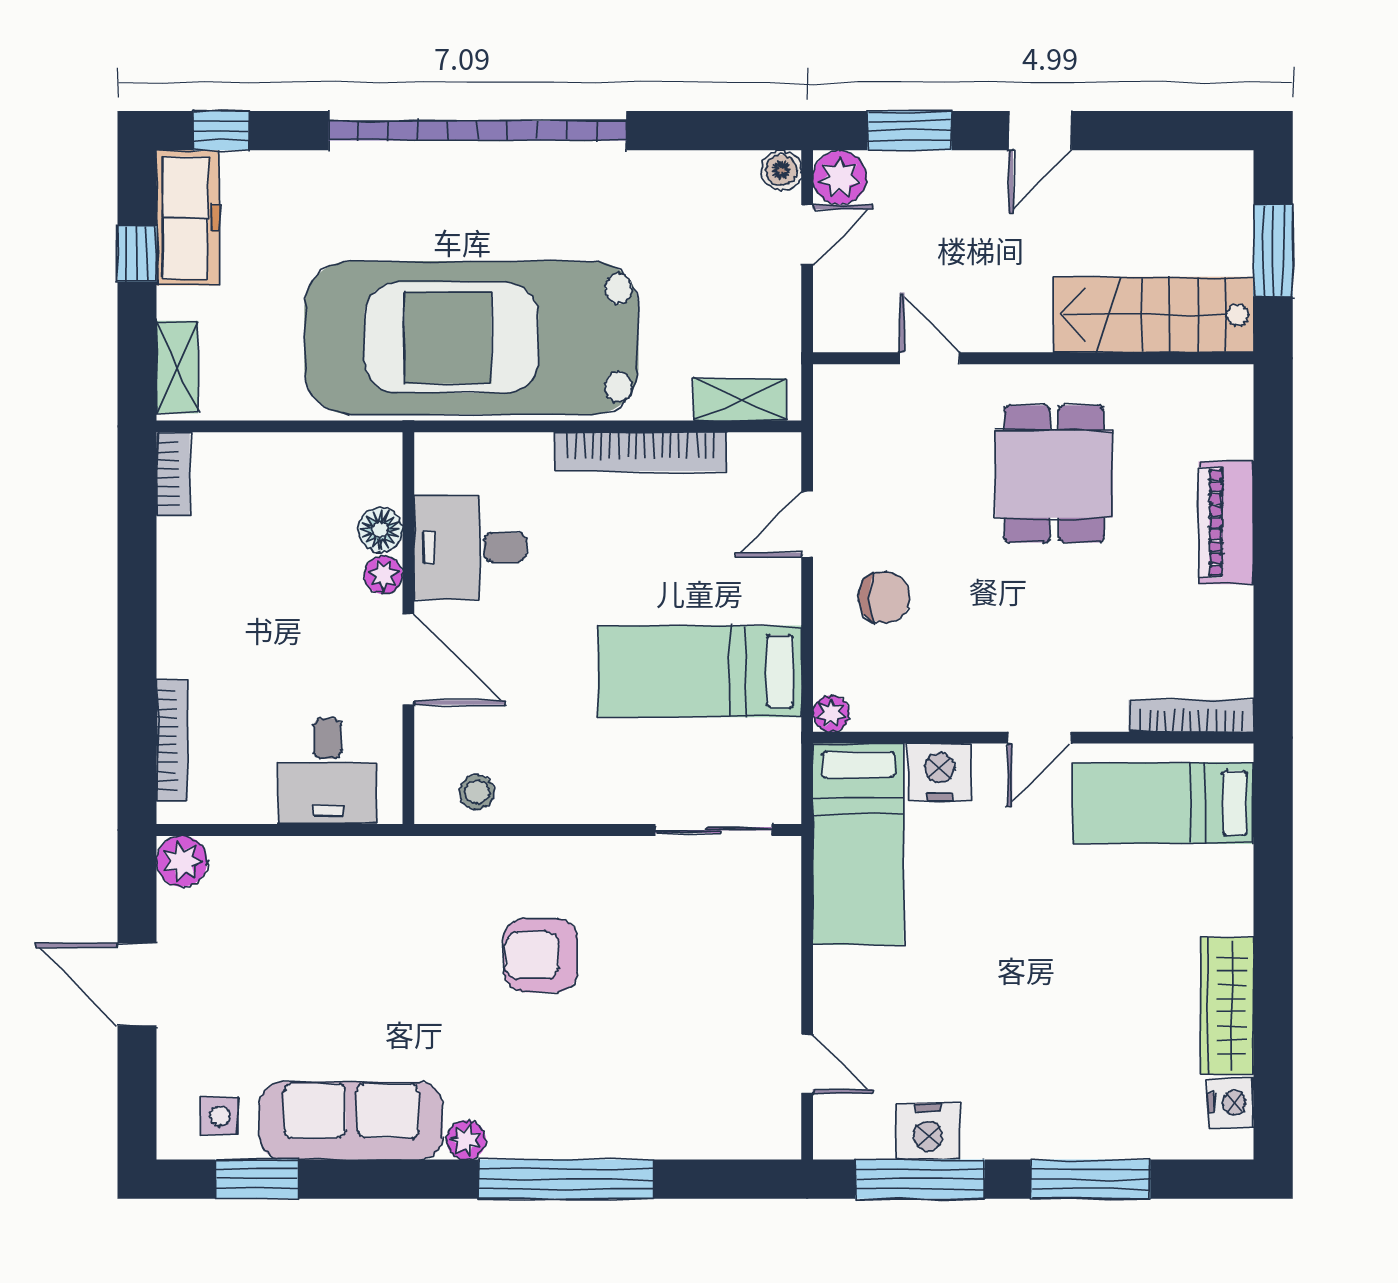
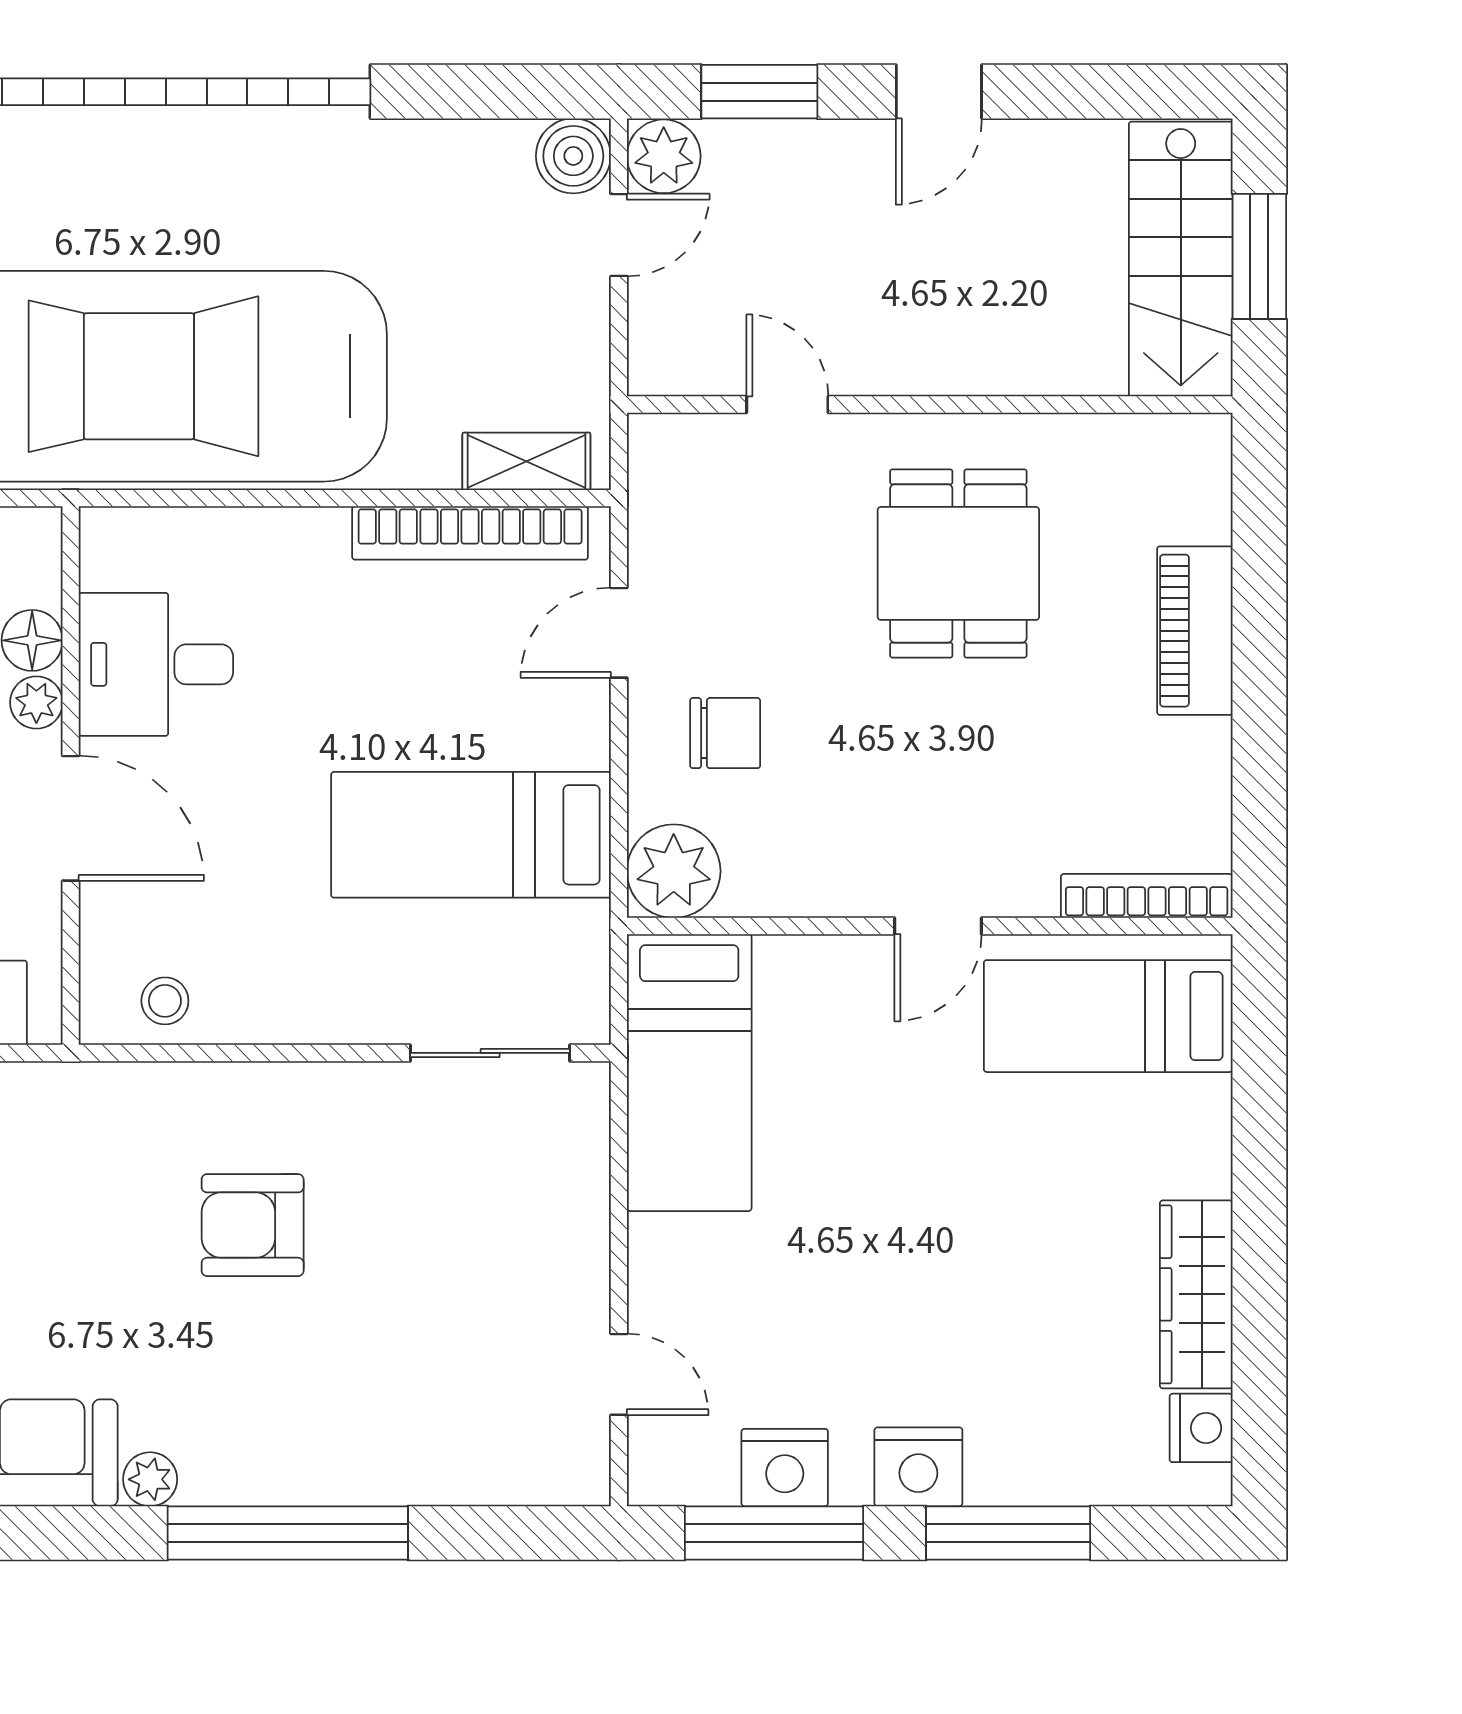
boiler: (781, 170) -> (573, 156), width x1.36, depth x1.36
stairs: (1154, 315) -> (1181, 259), moved, turned -90
bookcase: (641, 452) -> (470, 533), moved
plant: (831, 714) -> (674, 871), width x1.88, depth x1.88
nightstand: (940, 772) -> (918, 1467), moved, turned 180

